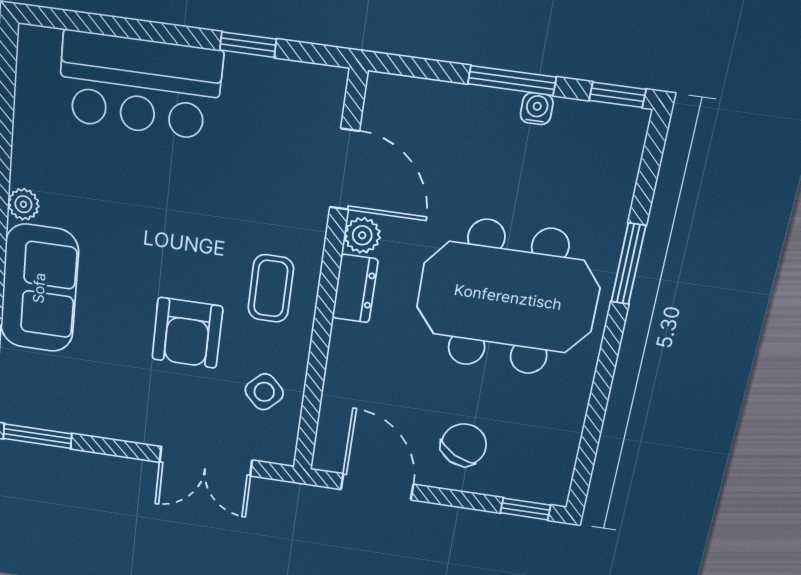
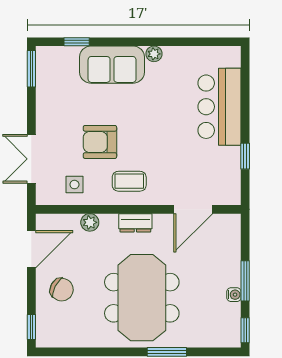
plant: (362, 235) -> (90, 222), moved
side table: (264, 392) -> (74, 185), turned 45

